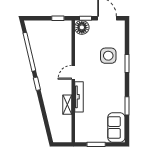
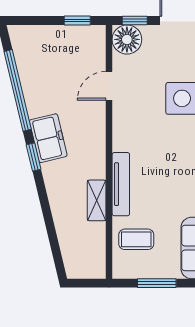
door: (73, 72) -> (109, 86), moved
freezer: (44, 75) -> (48, 138), added
coffee table: (86, 123) -> (136, 239), added

